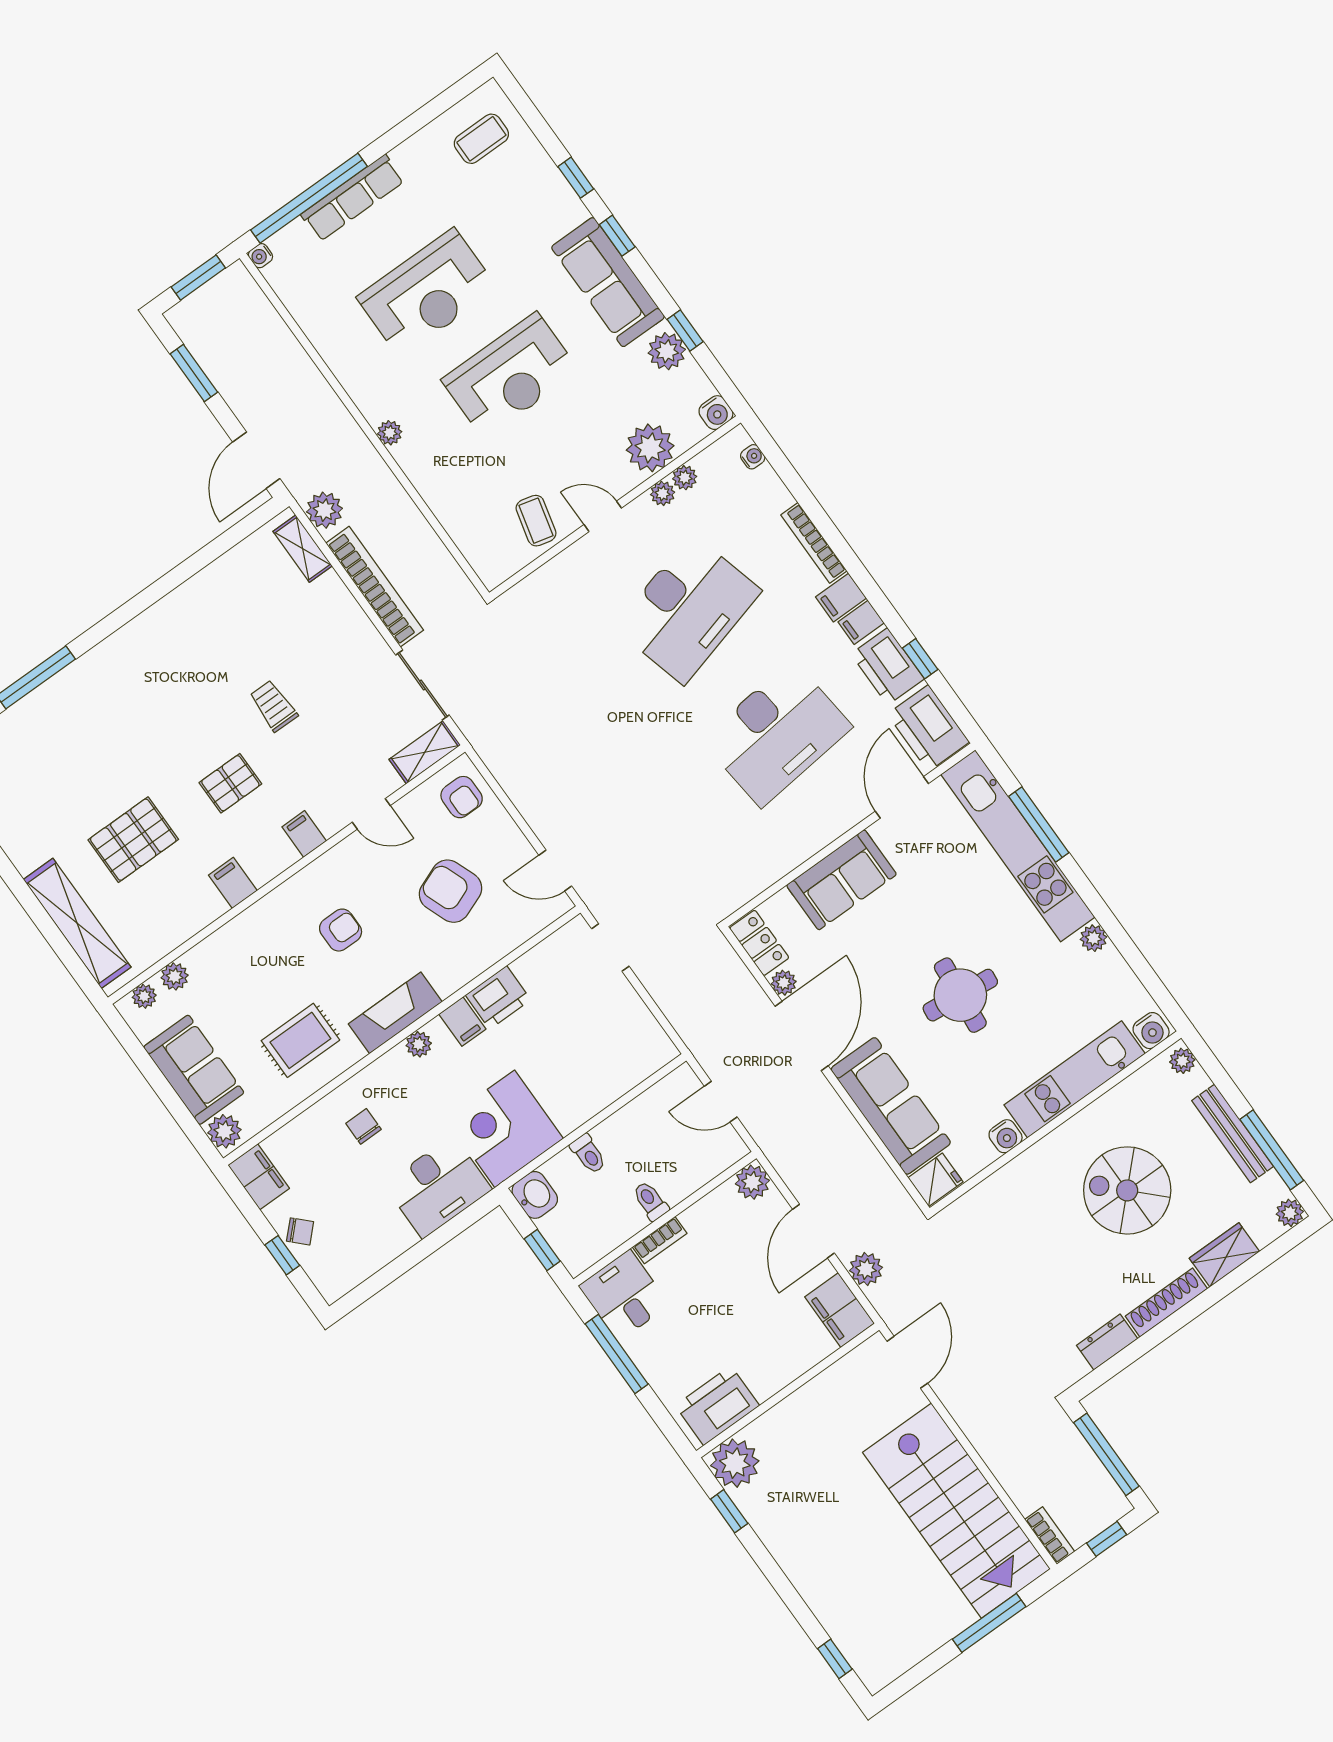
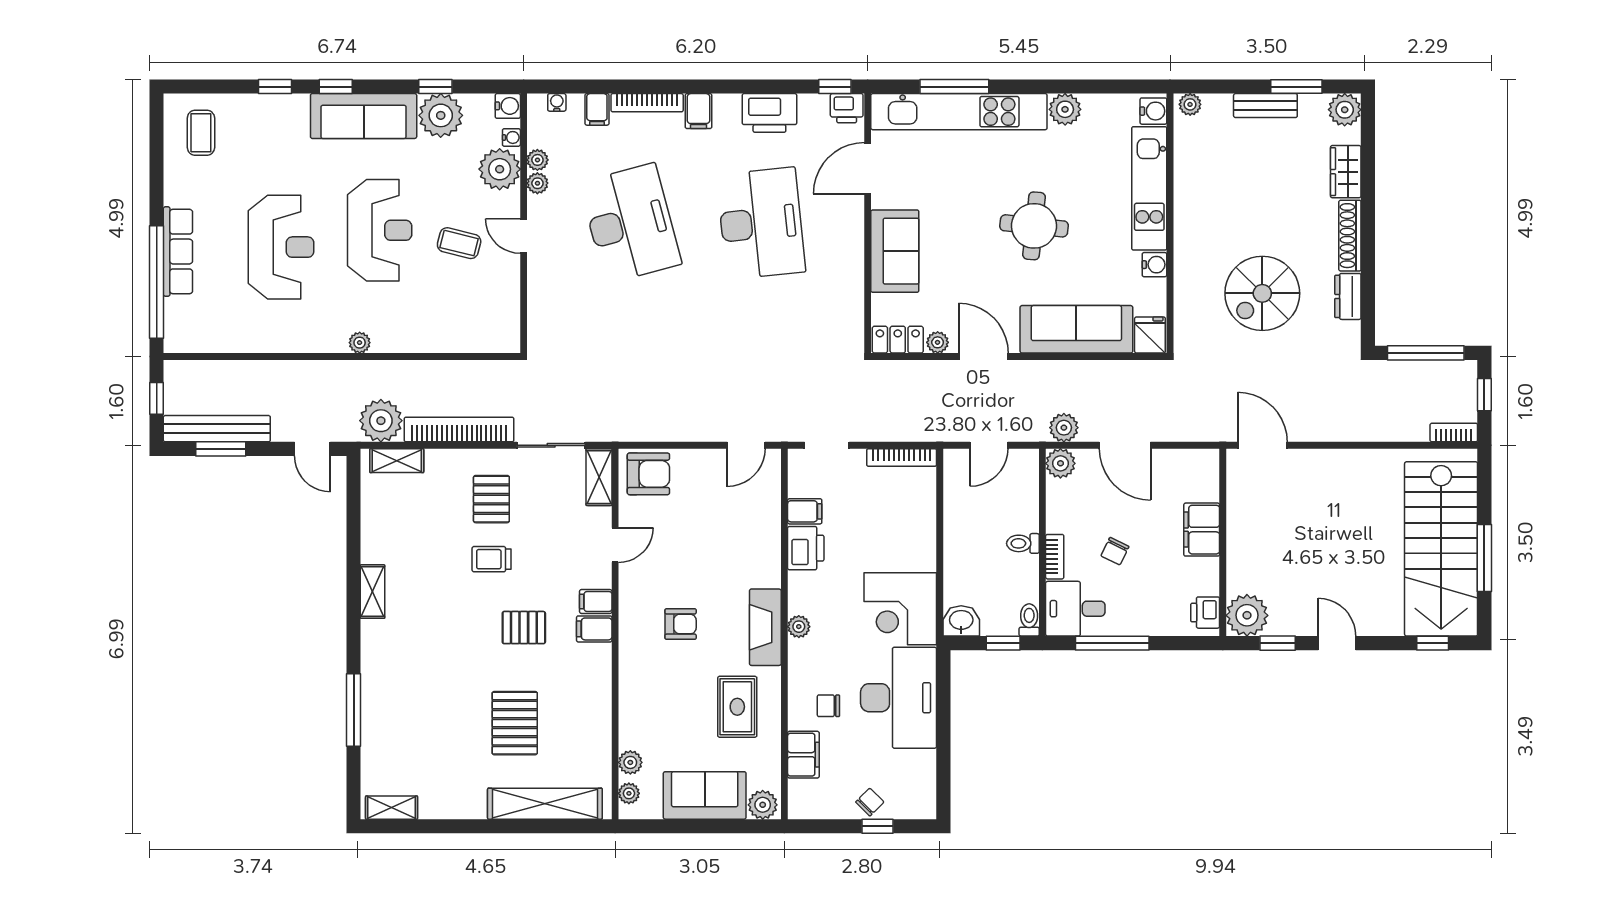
water cooler: (260, 256) -> (511, 137), moved, turned -90
window: (198, 277) -> (157, 398), width x0.67
plant: (667, 351) -> (441, 115), width x1.36, depth x1.36
bench: (210, 356) -> (217, 429), added
door: (256, 460) -> (312, 449), width x0.73
plant: (324, 510) -> (381, 421), width x1.36, depth x1.36
door: (603, 516) -> (524, 236), hinge flipped
coffee table: (536, 521) -> (459, 243), moved
shelving: (162, 615) -> (373, 592), added
filing cabinet: (861, 622) -> (597, 109), moved
window: (920, 659) -> (835, 87), moved
pallet: (331, 665) -> (491, 499), added
printer: (928, 728) -> (847, 108), width x0.53, depth x0.68
pallet: (230, 783) -> (524, 628), turned 90
armchair: (462, 797) -> (648, 474), width x1.38, depth x1.38
door: (902, 797) -> (868, 168), hinge flipped
filing cabinet: (233, 883) -> (594, 629), moved
armchair: (451, 891) -> (708, 528), removed
armchair: (341, 930) -> (681, 624), turned 90
plant: (1094, 938) -> (1065, 109), width x1.38, depth x1.38
filing cabinet: (462, 1022) -> (805, 511), moved
bookcase: (650, 1027) -> (902, 458), added
door: (802, 1036) -> (984, 356), width x0.73
bench: (1233, 1133) -> (1265, 106), width x0.73
window: (1272, 1150) -> (1296, 87), width x0.69
toilet: (588, 1154) -> (1029, 620), moved, turned -90
filing cabinet: (259, 1177) -> (803, 755), moved, turned 90
desk: (438, 1187) -> (899, 698), width x1.36, depth x1.30
spiral stairs: (1127, 1190) -> (1262, 293), moved
plant: (1290, 1213) -> (1345, 110), width x1.38, depth x1.38
plant: (866, 1269) -> (1064, 428), moved
chair: (706, 1294) -> (1115, 551), added
filing cabinet: (840, 1310) -> (1202, 530), moved, turned 90
printer: (717, 1406) -> (1205, 613), width x0.53, depth x0.68
stairs: (956, 1511) -> (1441, 549), moved, turned 90
door: (770, 1568) -> (1337, 643), added
window: (989, 1623) -> (1484, 558), moved

